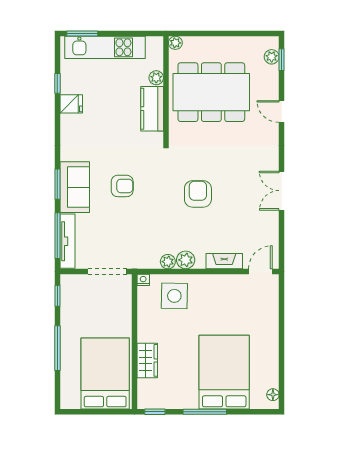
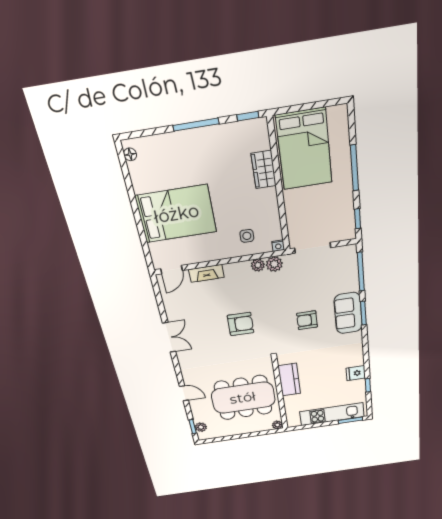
plant: (156, 78) -> (289, 401), removed
armchair: (198, 194) -> (241, 324), turned -89
tv unit: (67, 241) -> (351, 268), removed
plant: (186, 260) -> (274, 264), moved
side table: (174, 296) -> (247, 236), width x0.54, depth x0.54
bed: (224, 372) -> (176, 214), moved, turned -90

